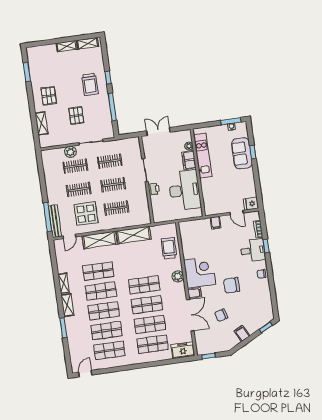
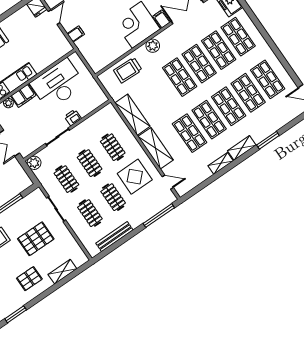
pallet: (76, 116) -> (36, 239), width x1.50, depth x1.42
plant: (70, 152) -> (34, 163), moved
bench: (55, 221) -> (114, 237), moved

